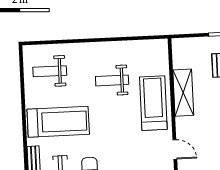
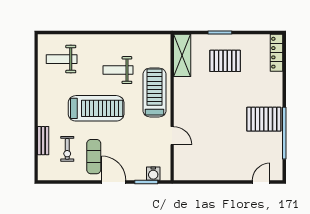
shelving: (183, 93) -> (182, 55), moved
treadmill: (58, 122) -> (96, 108), moved

